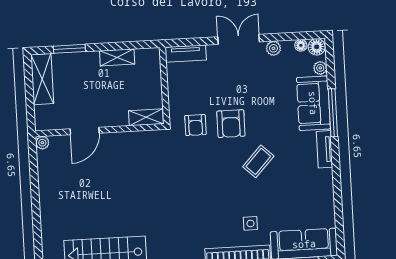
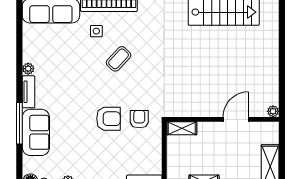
plant: (320, 68) -> (28, 69), moved
armchair: (231, 124) -> (108, 119), turned 90
coffee table: (258, 161) -> (119, 59), moved

